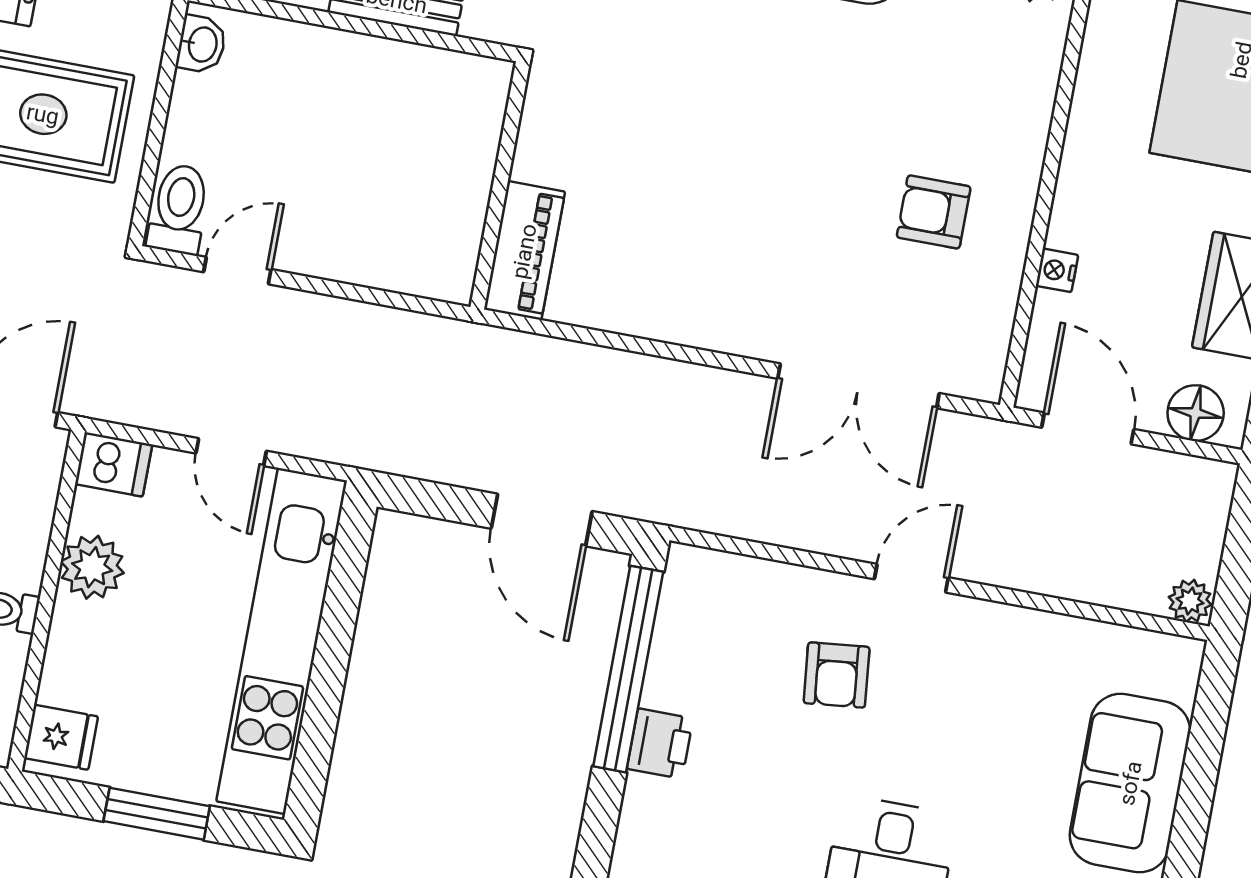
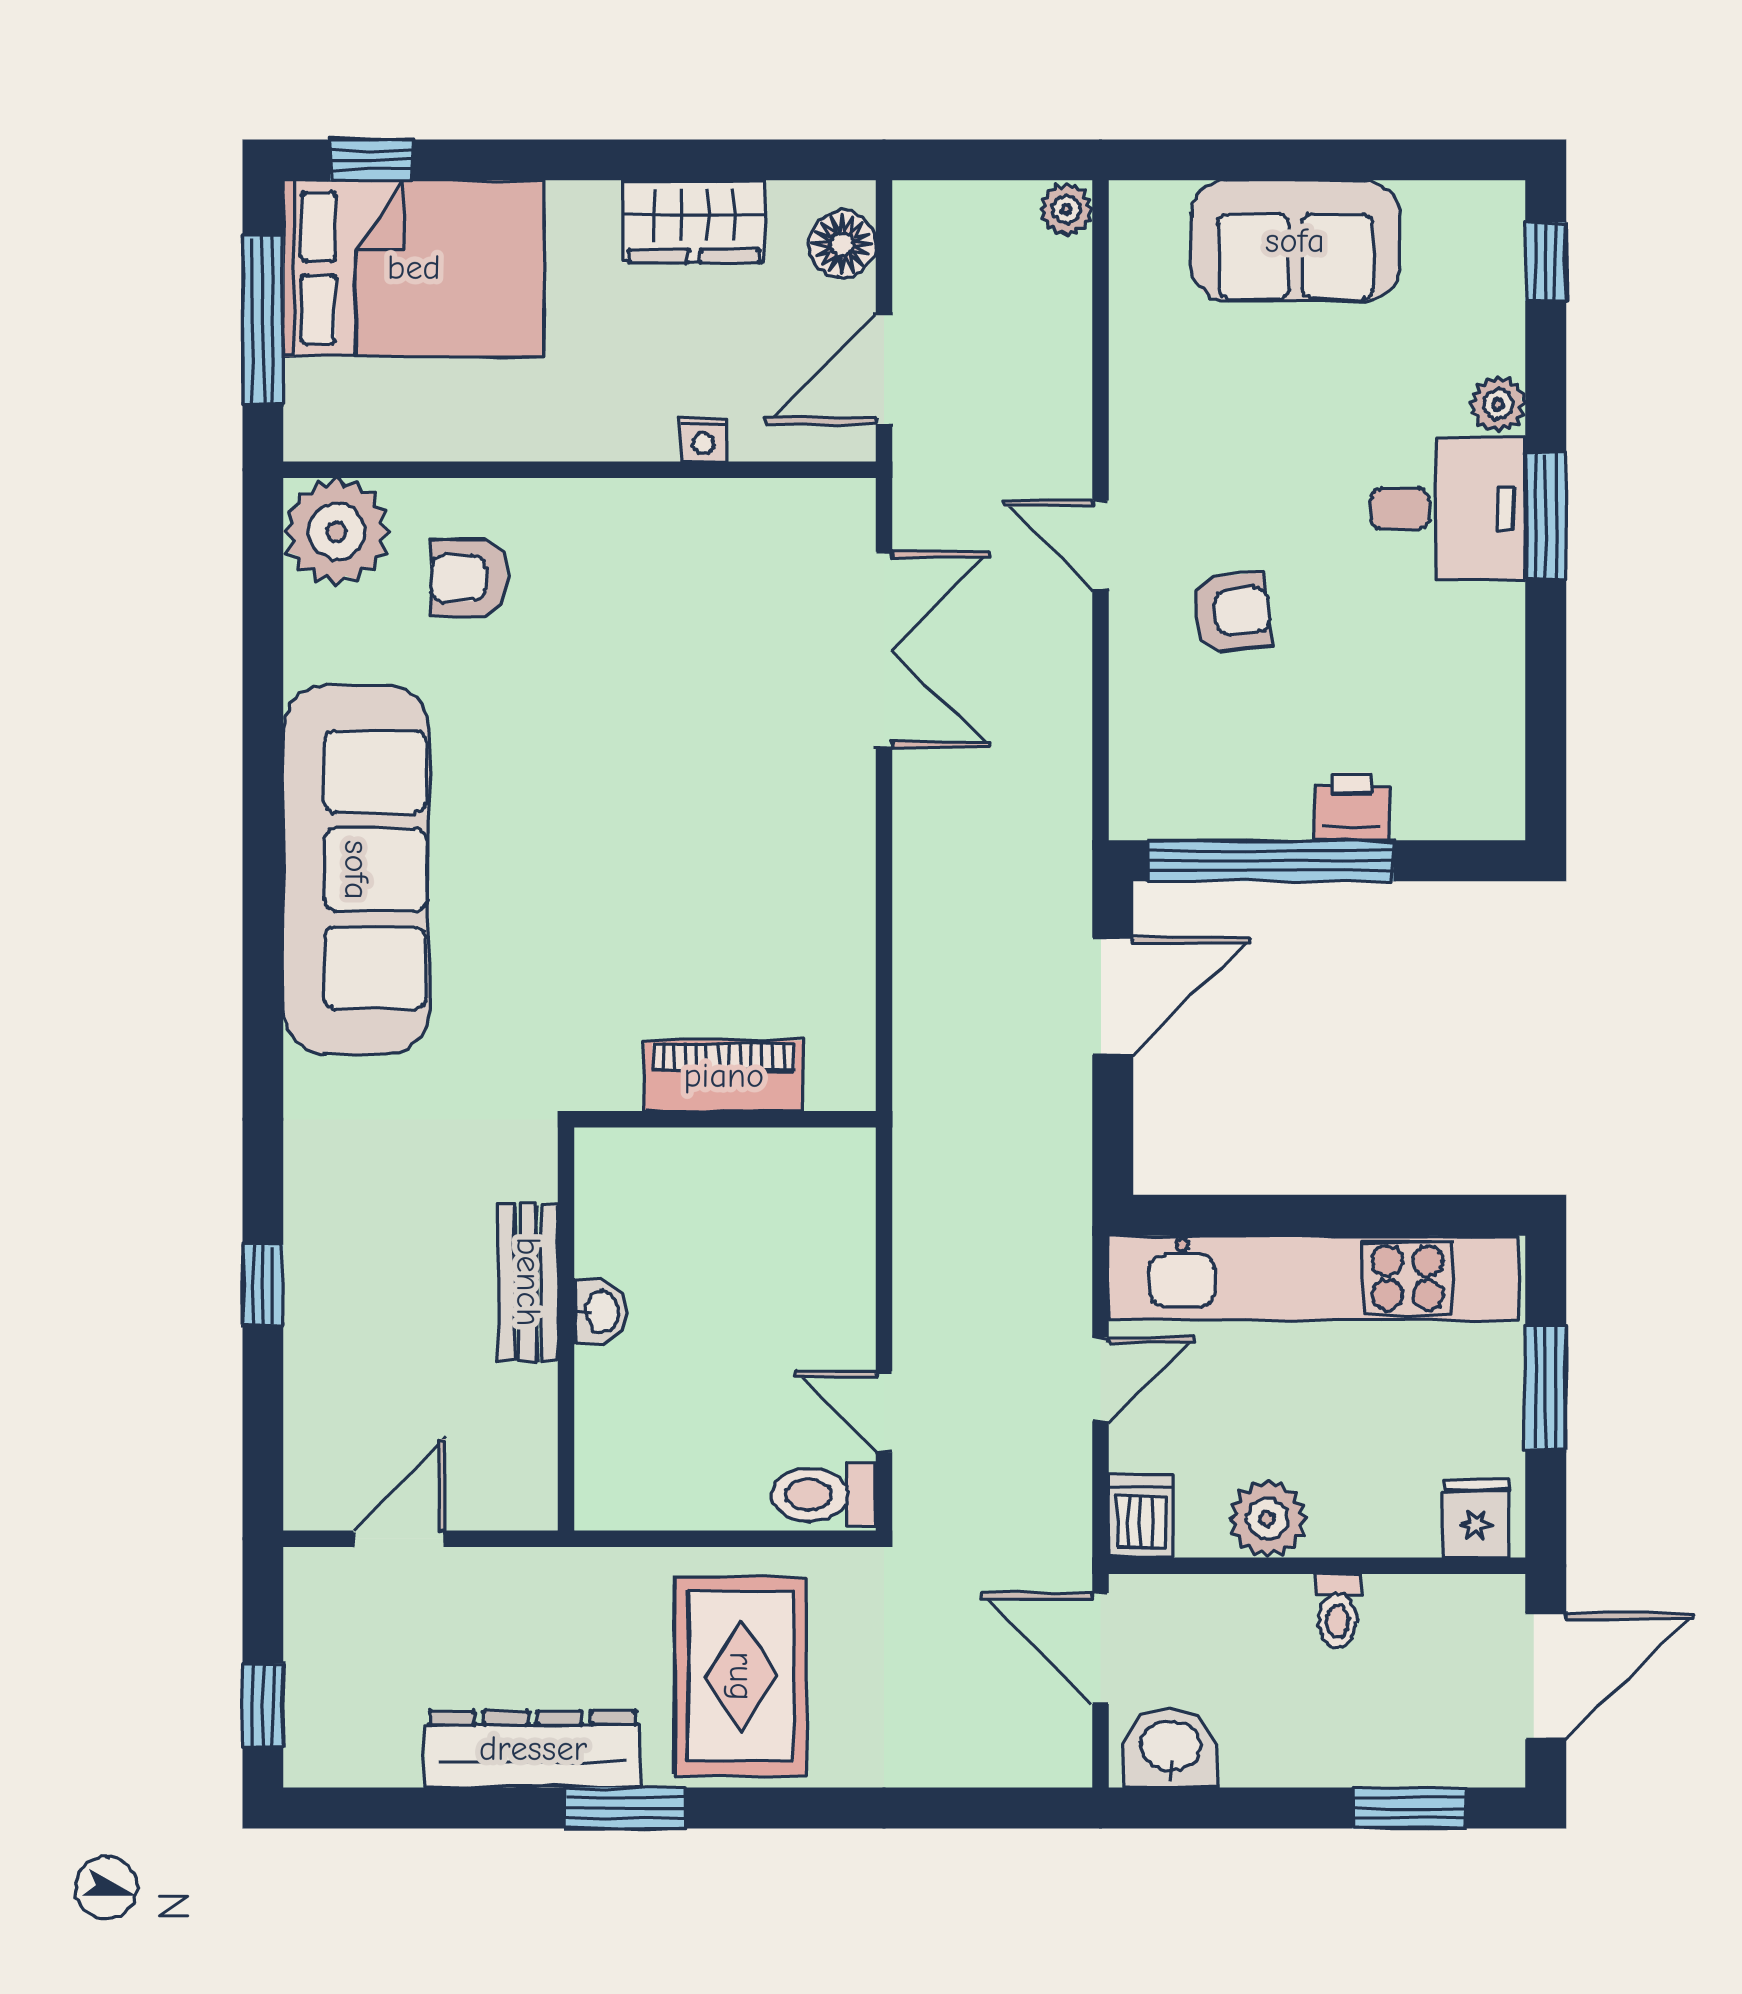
washbasin: (201, 44) -> (601, 1312), moved, turned 90
armchair: (934, 212) -> (469, 578), moved, turned 90
piano: (524, 251) -> (724, 1076), moved

